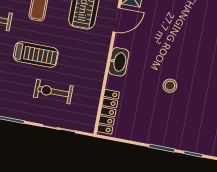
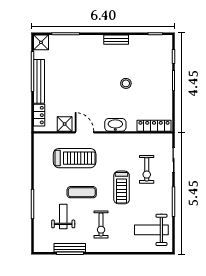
treadmill: (36, 55) -> (122, 187), turned 180

